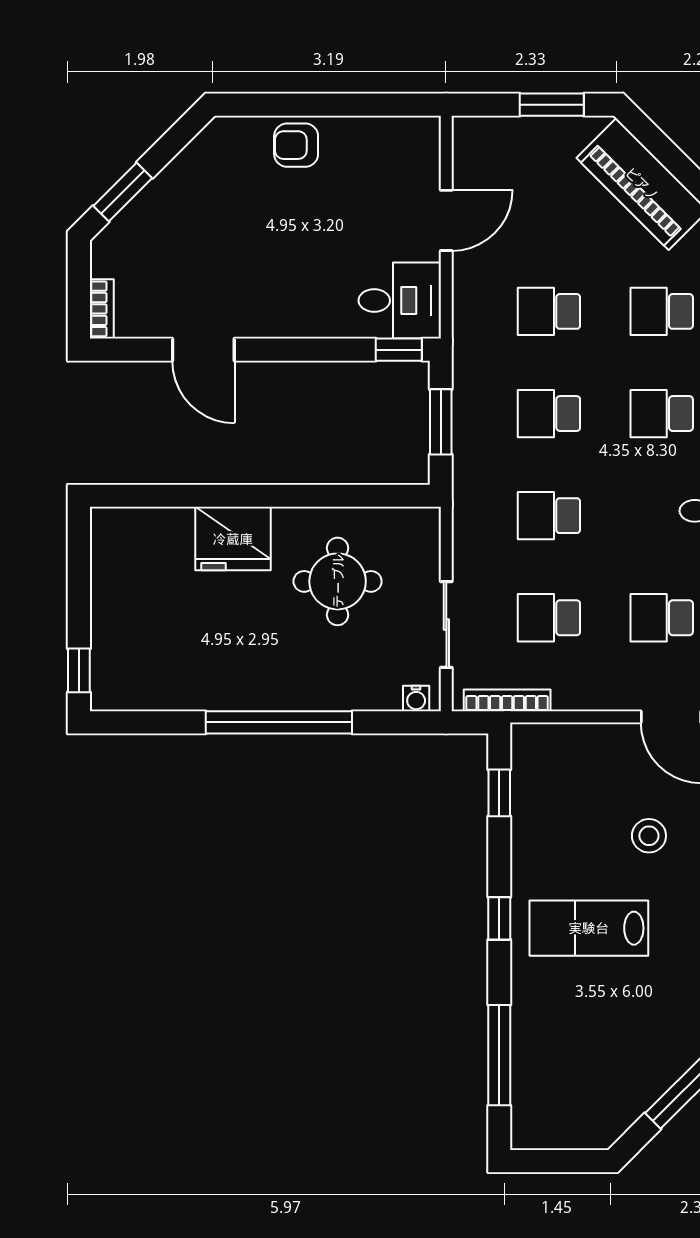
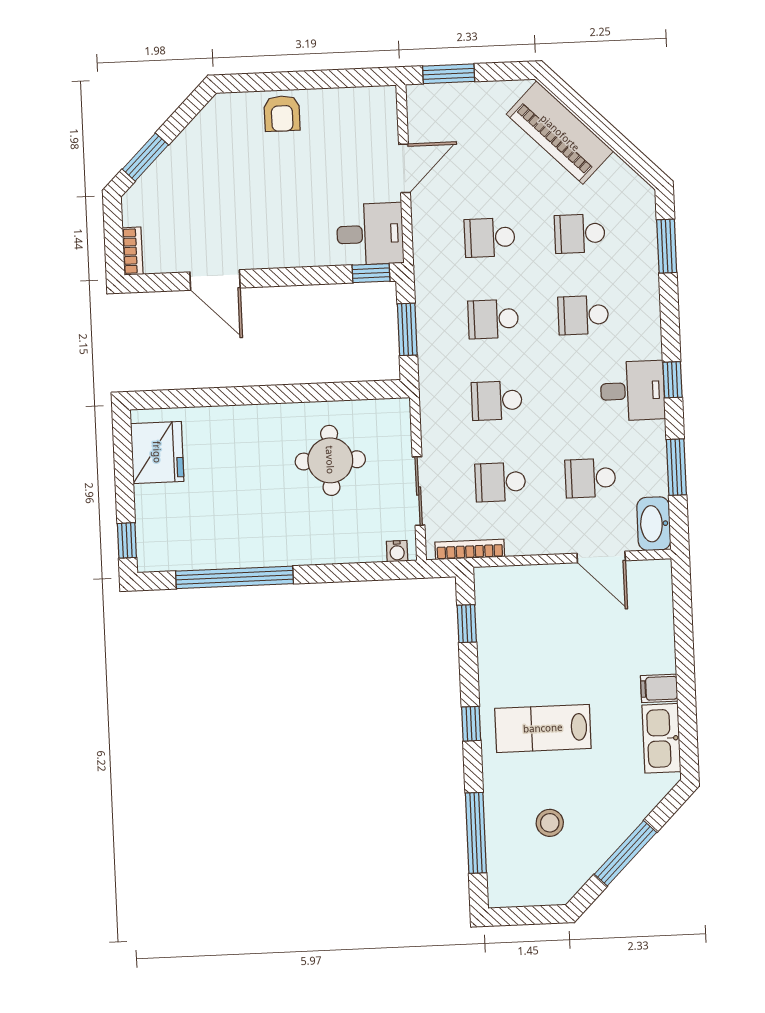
window: (552, 105) -> (449, 74), moved
armchair: (296, 145) -> (282, 114), turned -90
fridge: (233, 539) -> (157, 452), moved, turned -90
window: (279, 722) -> (235, 577), moved
stool: (649, 836) -> (550, 823), moved

